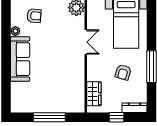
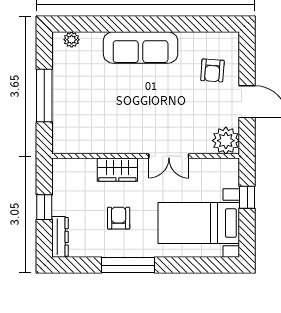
plant: (15, 31) -> (72, 40), moved
armchair: (123, 72) -> (119, 218), turned 74
wardrobe: (94, 94) -> (117, 170), moved

